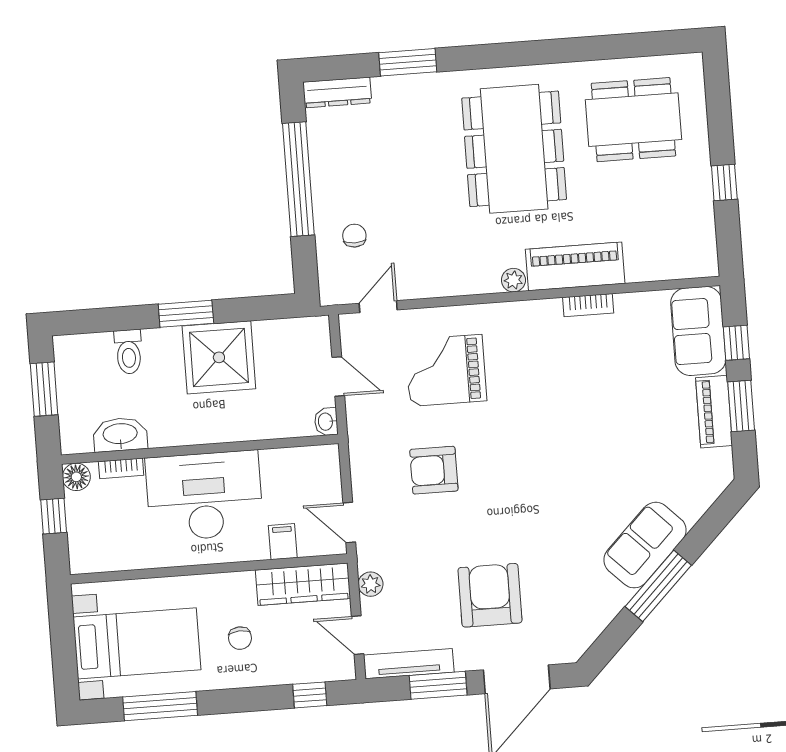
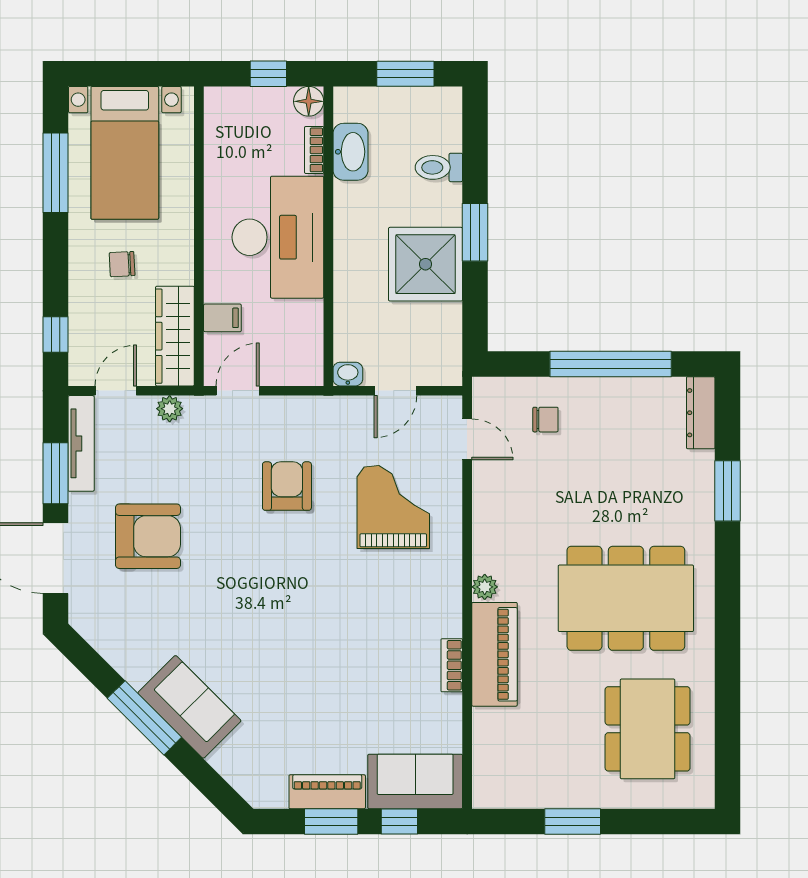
window: (724, 182) -> (573, 821), width x1.50

